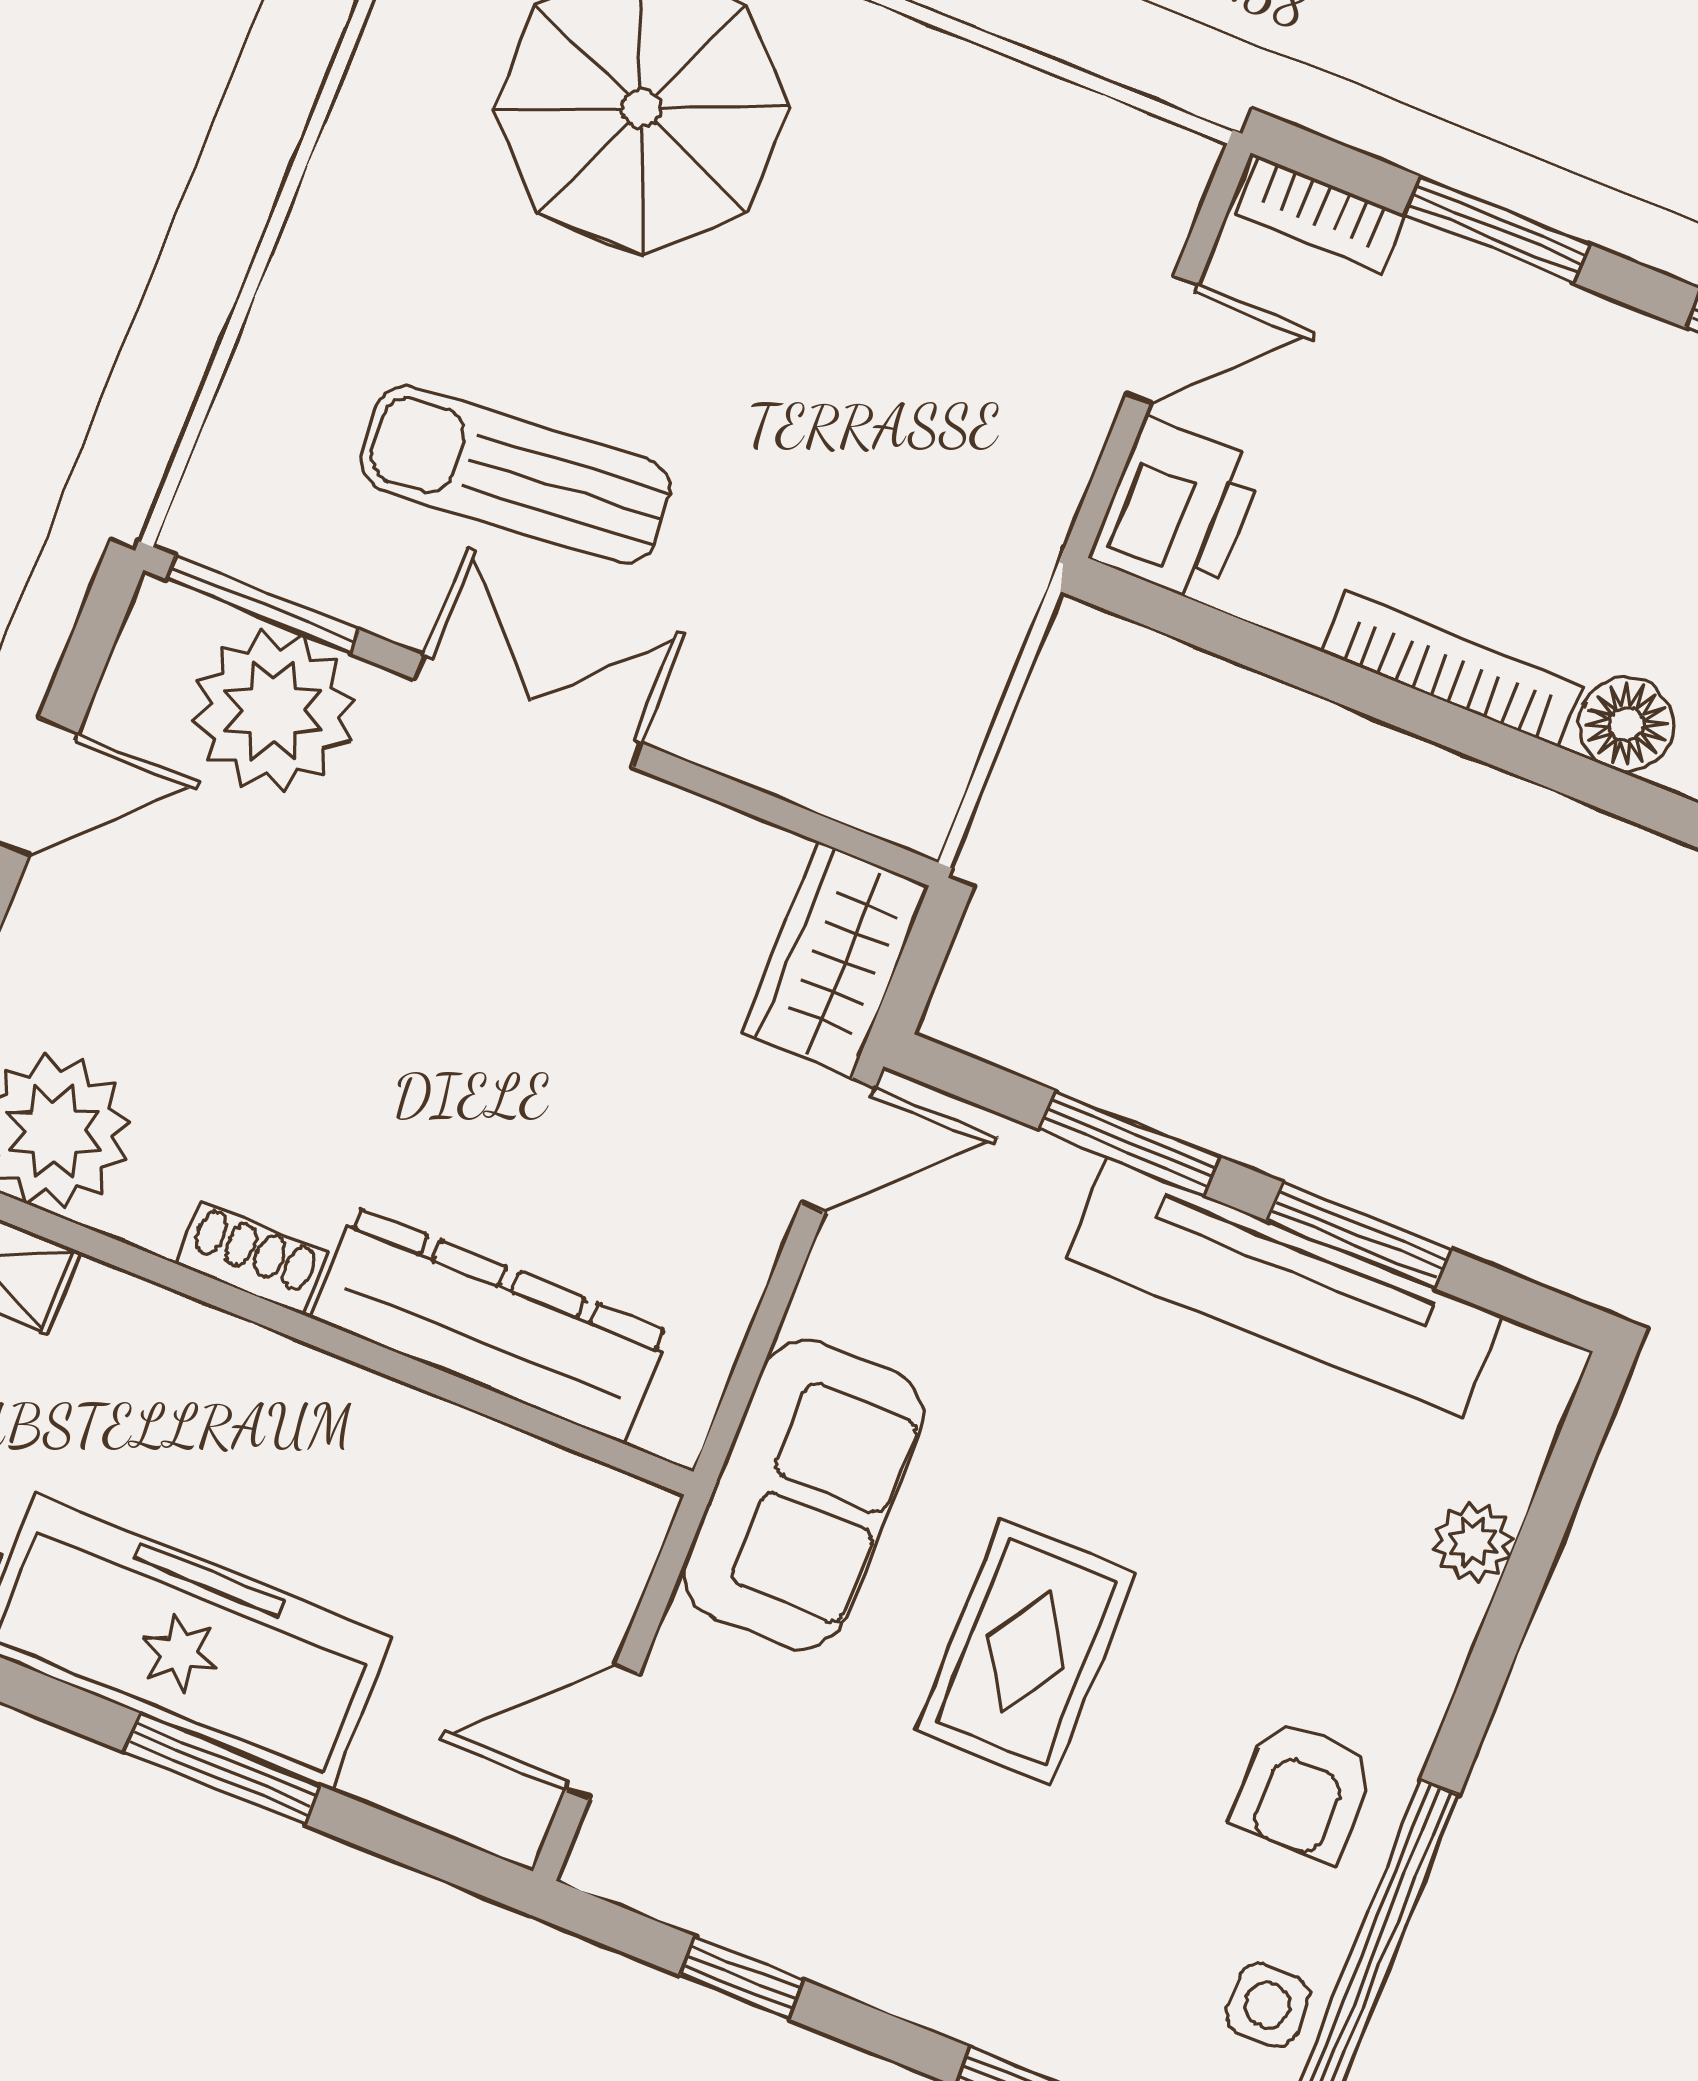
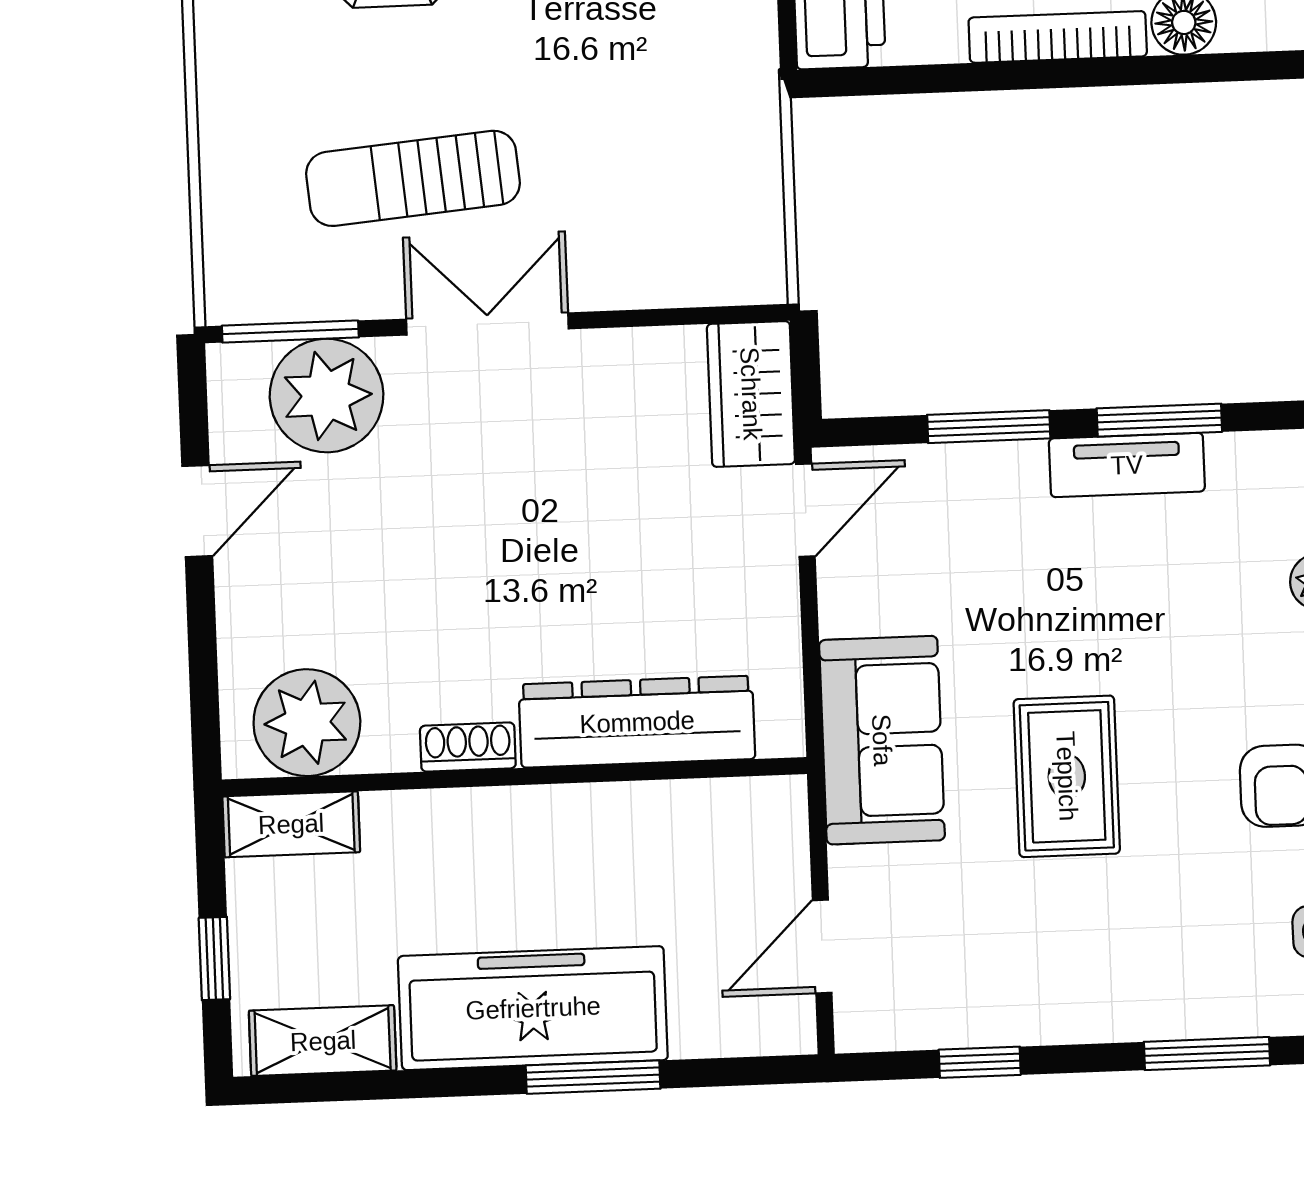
tv unit: (1285, 1287) -> (1127, 465), width x0.52, depth x0.78

